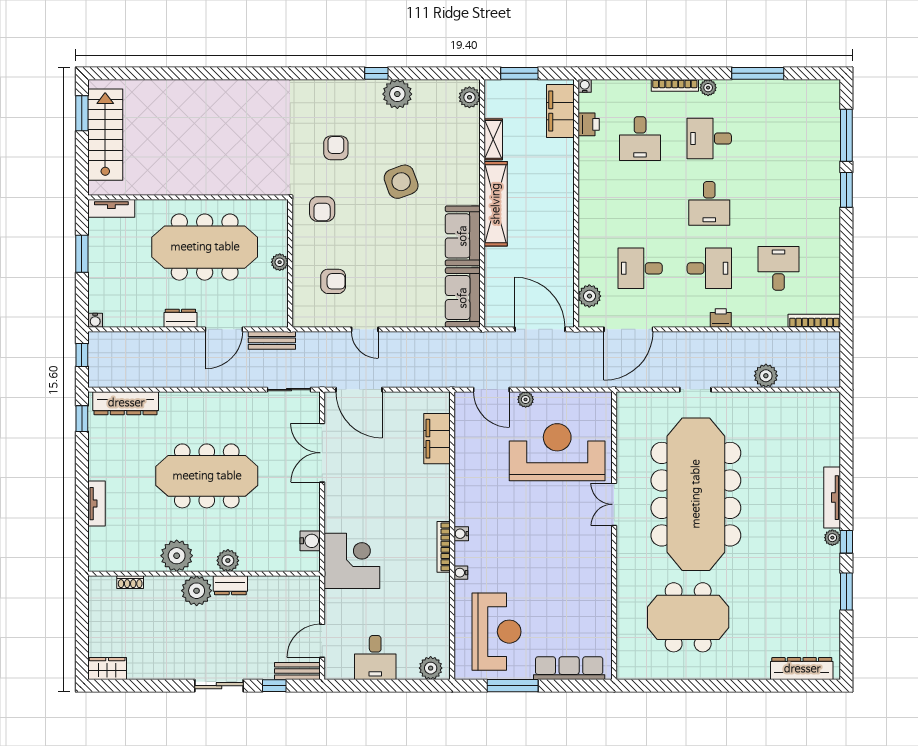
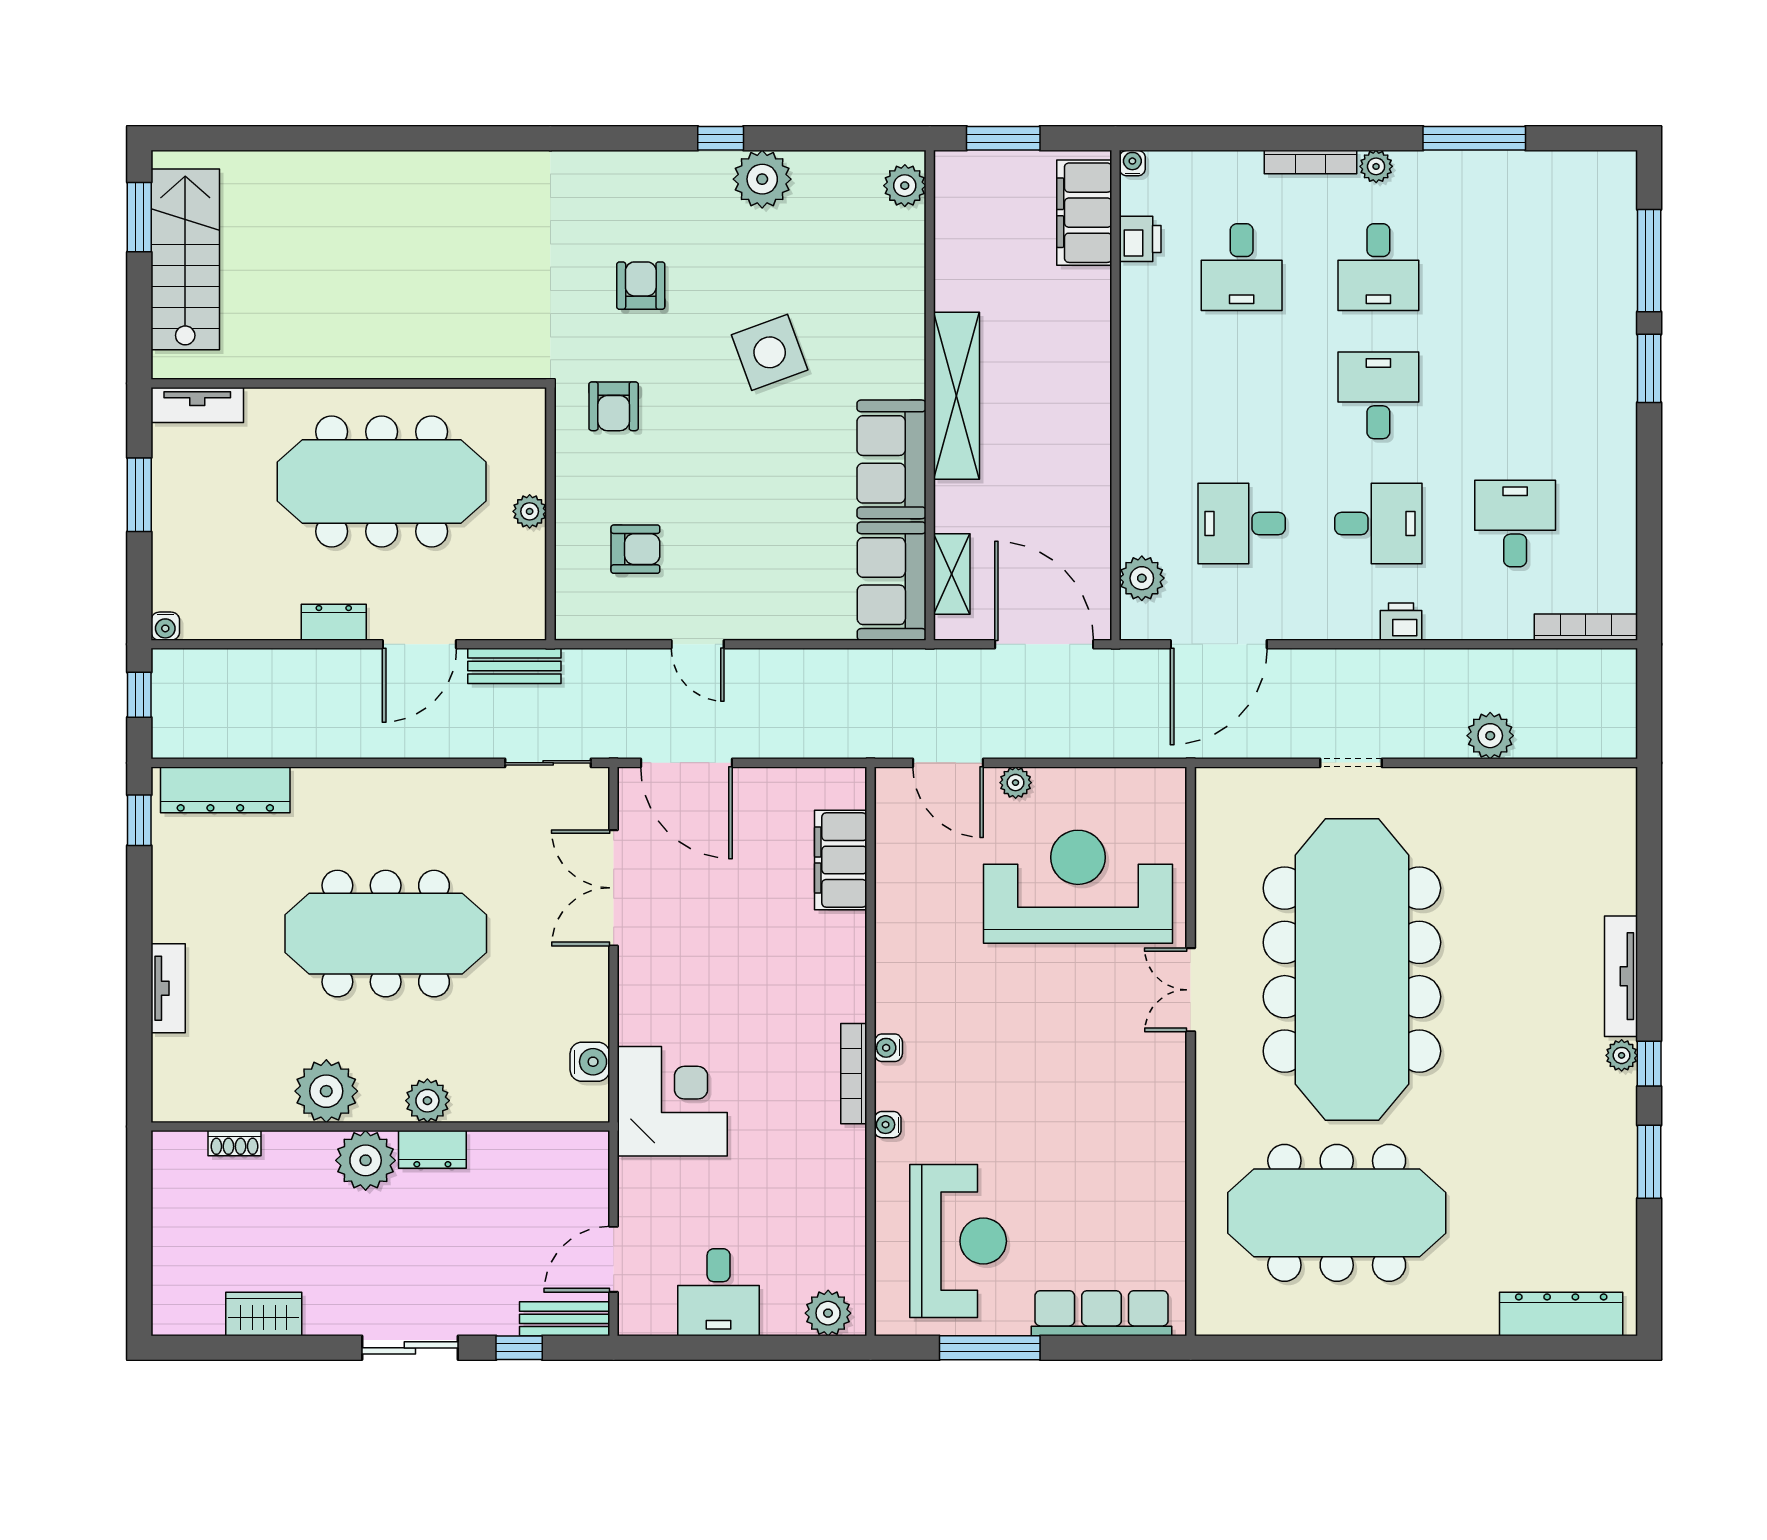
shelving: (493, 139) -> (952, 574), moved
desk: (709, 139) -> (1378, 267), turned -90
desk: (709, 203) -> (1378, 395), turned 180
meeting table: (688, 617) -> (1337, 1213), width x1.36
wardrobe: (107, 669) -> (264, 1314), moved

